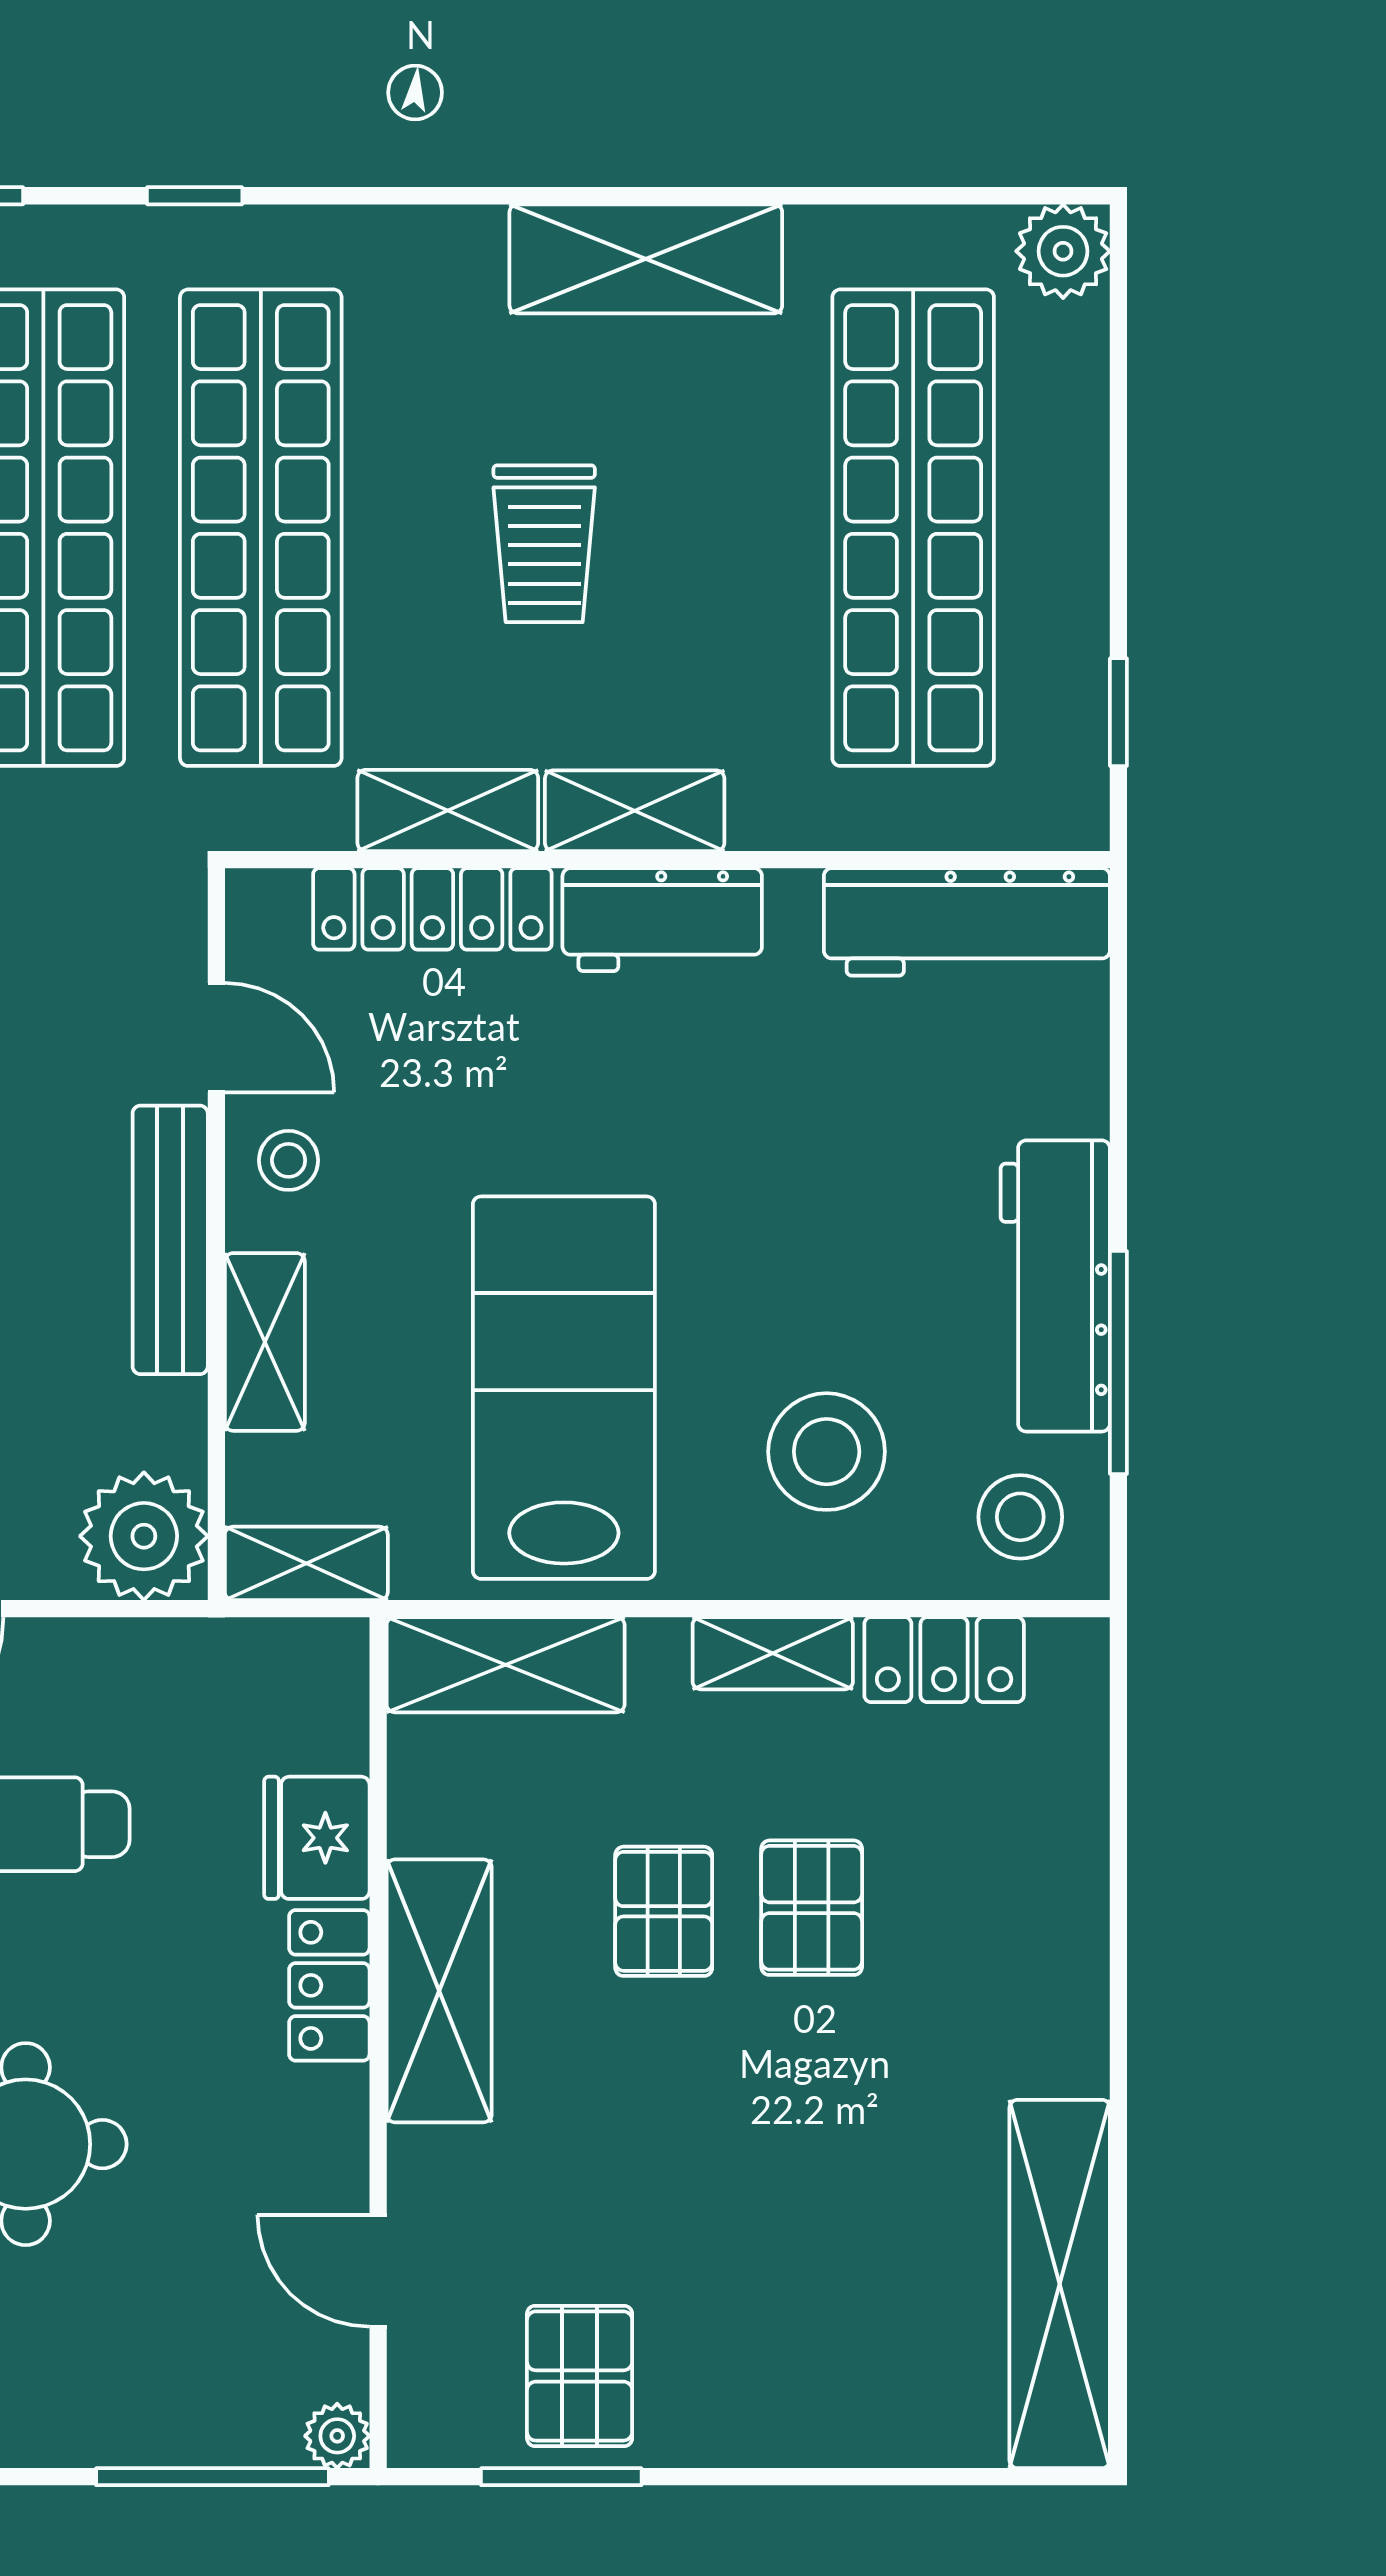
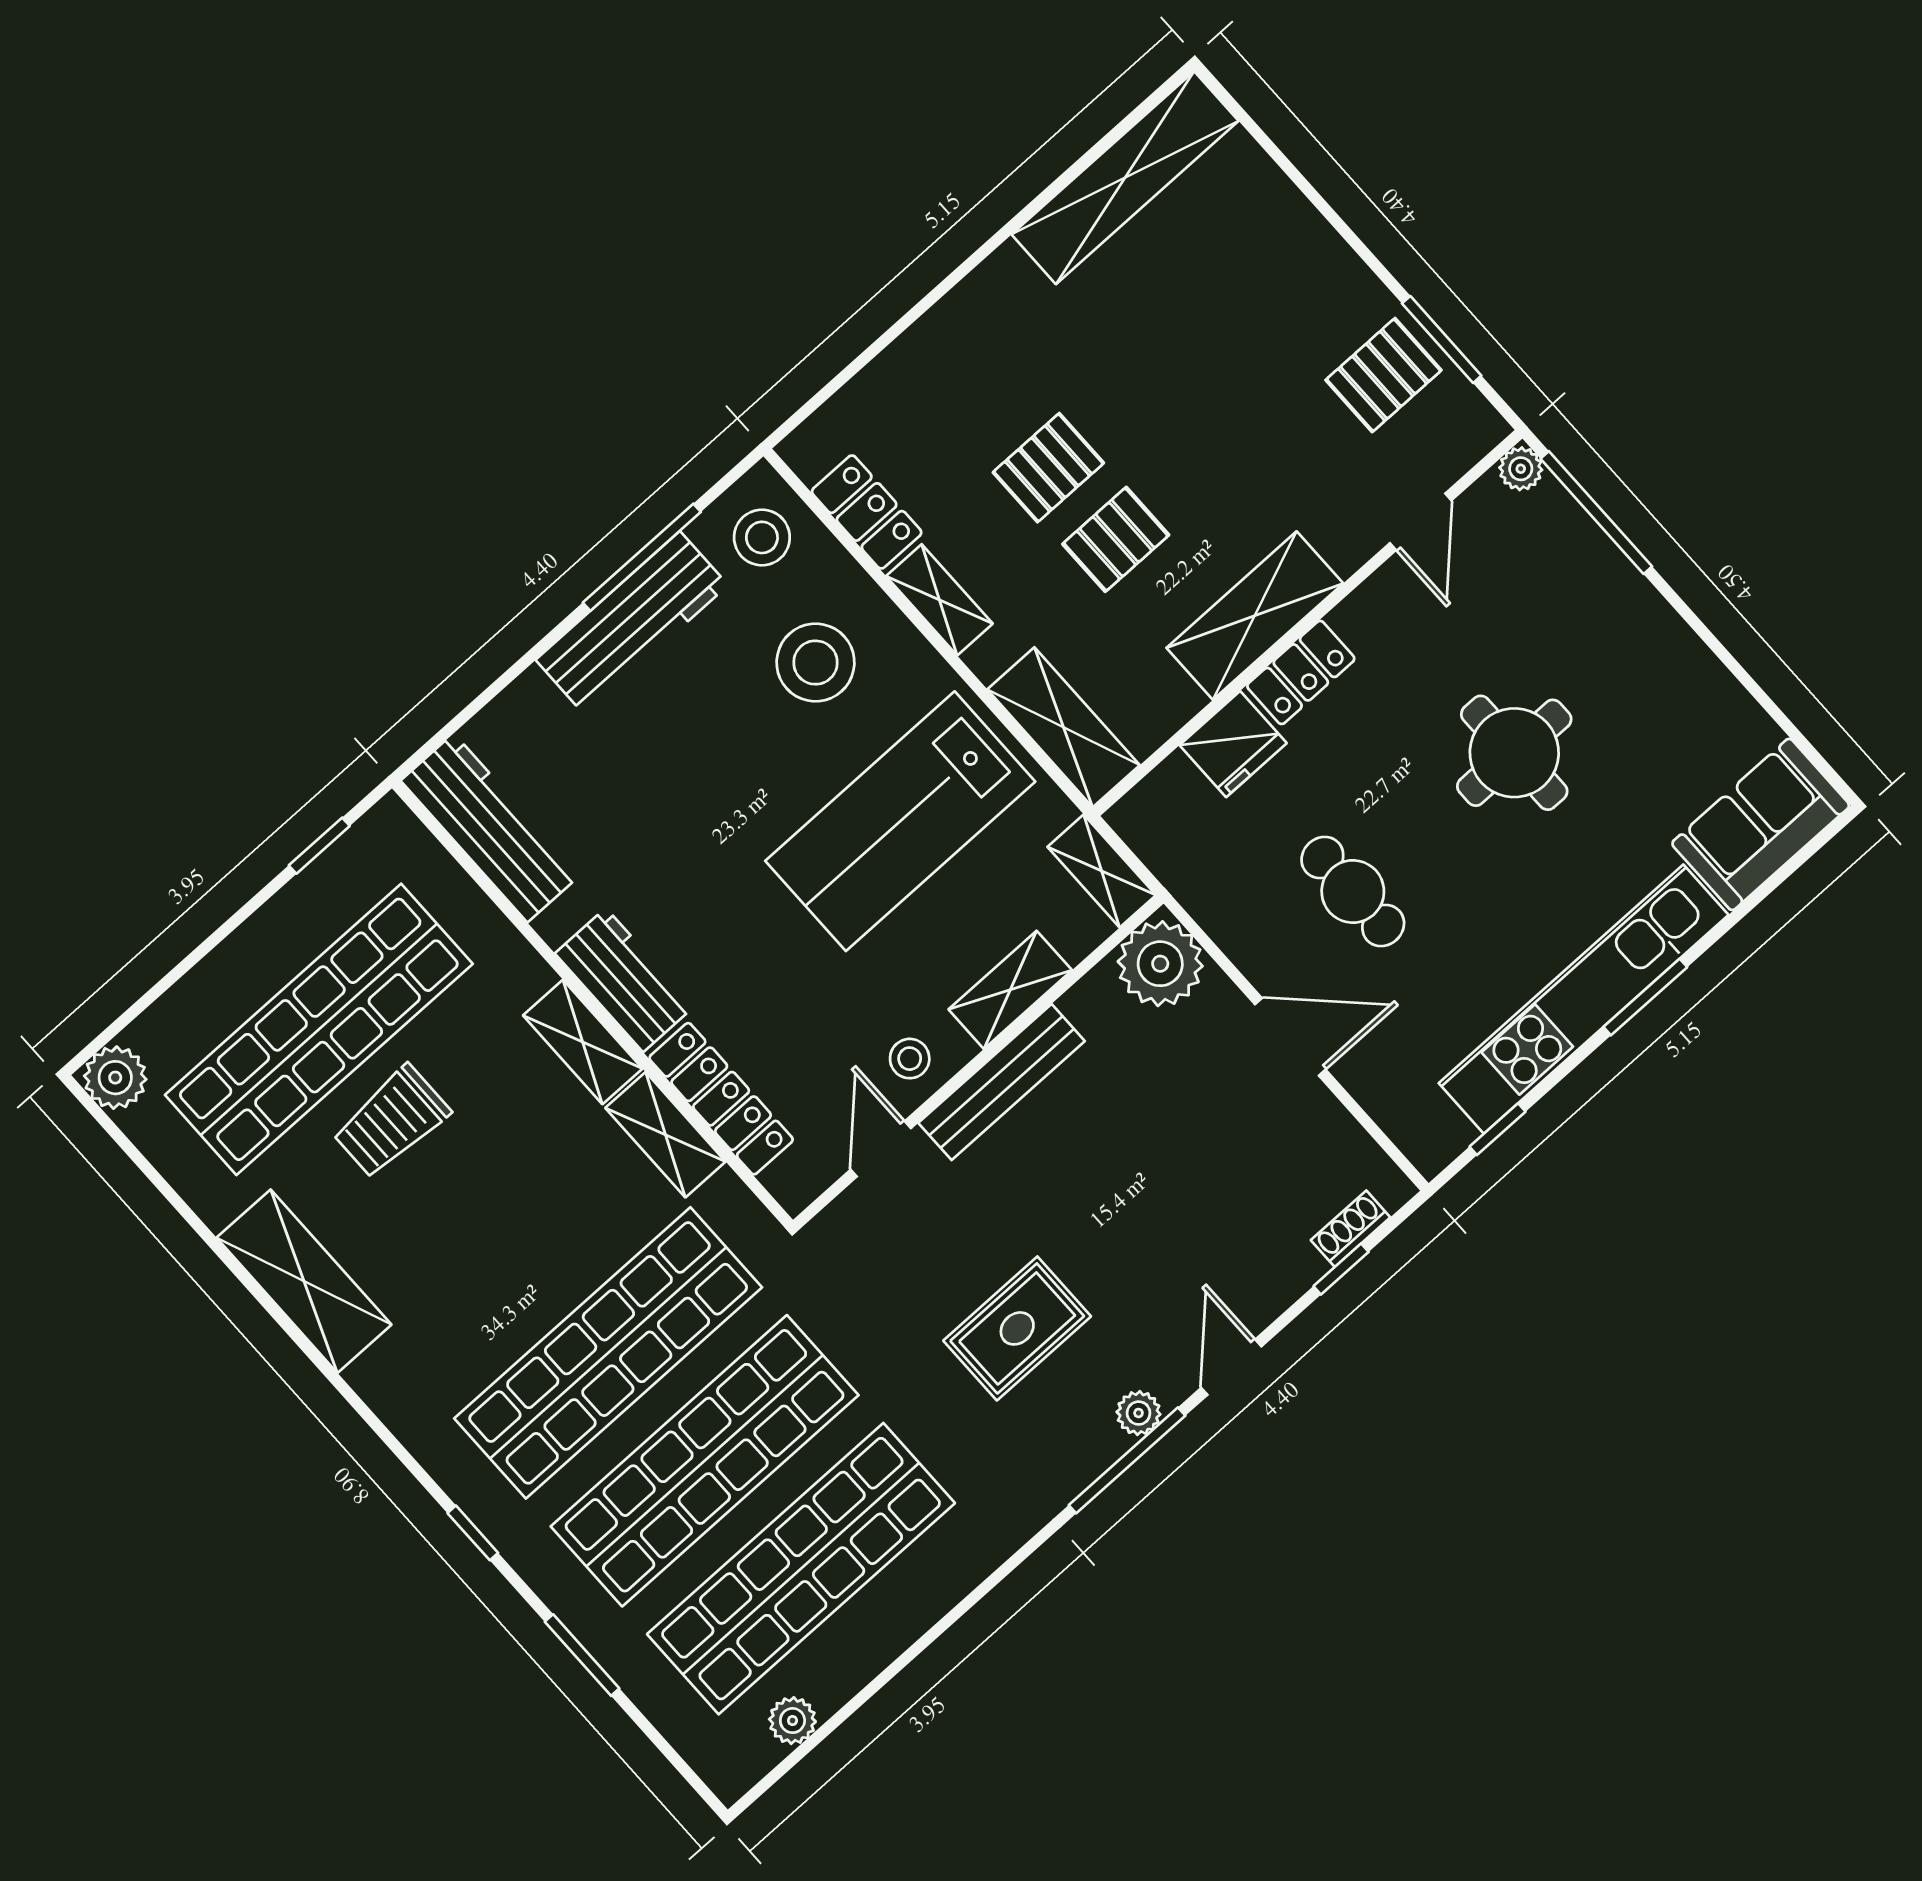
trolley: (544, 544) -> (391, 1122), moved, turned 180

